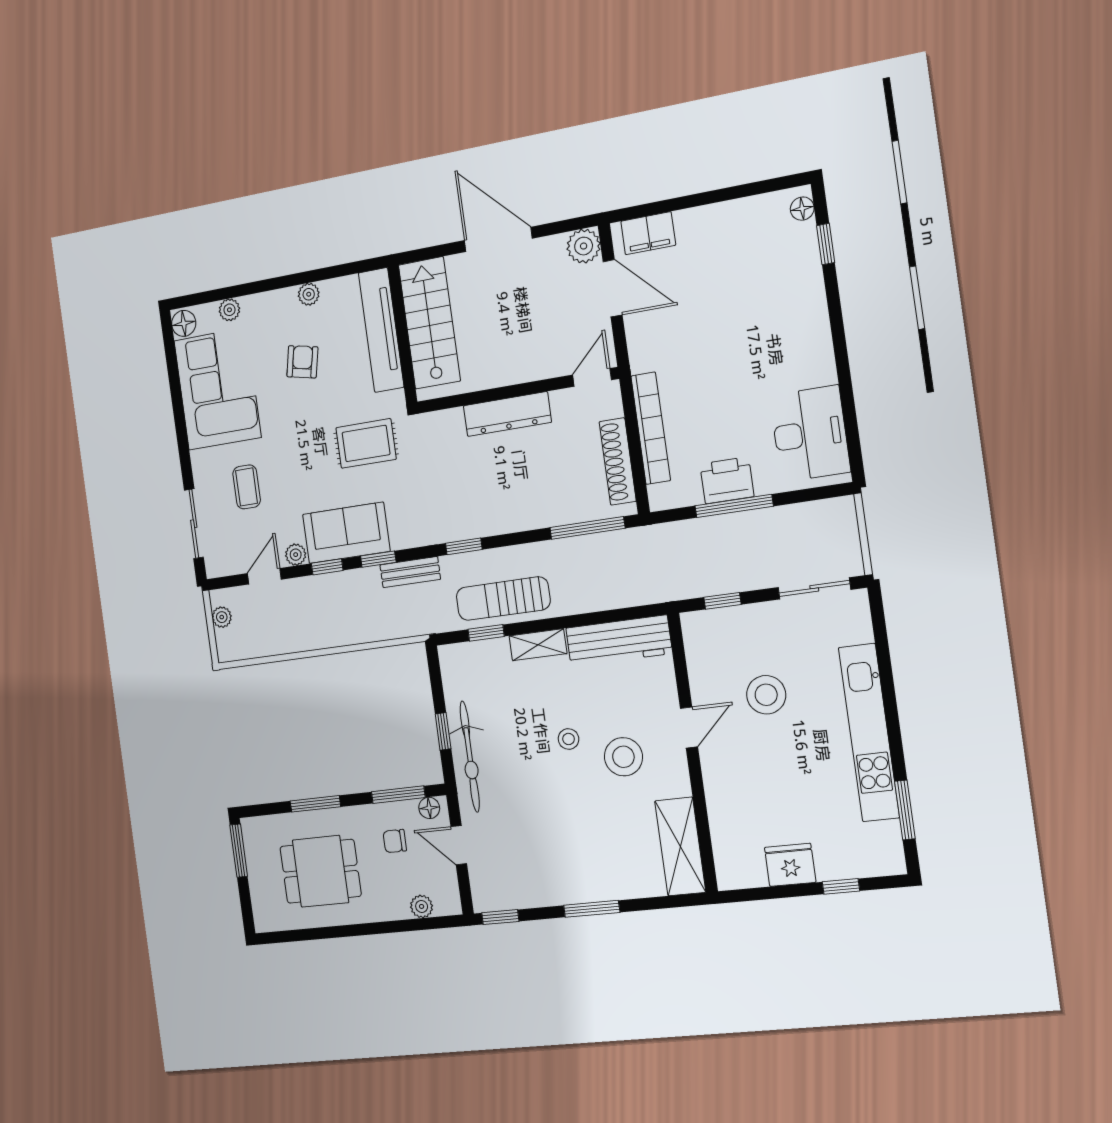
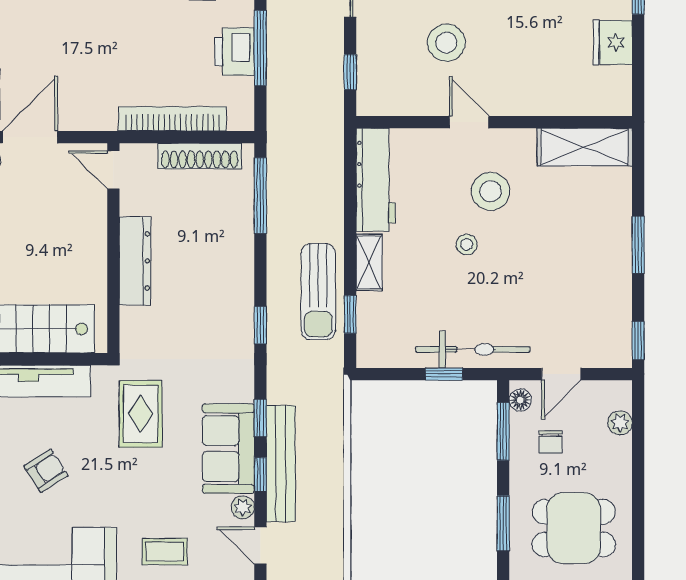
armchair: (302, 362) -> (46, 471), turned 135
bench: (410, 572) -> (281, 464), moved, width x1.86, depth x1.21
dining table: (320, 871) -> (574, 528), turned 90

